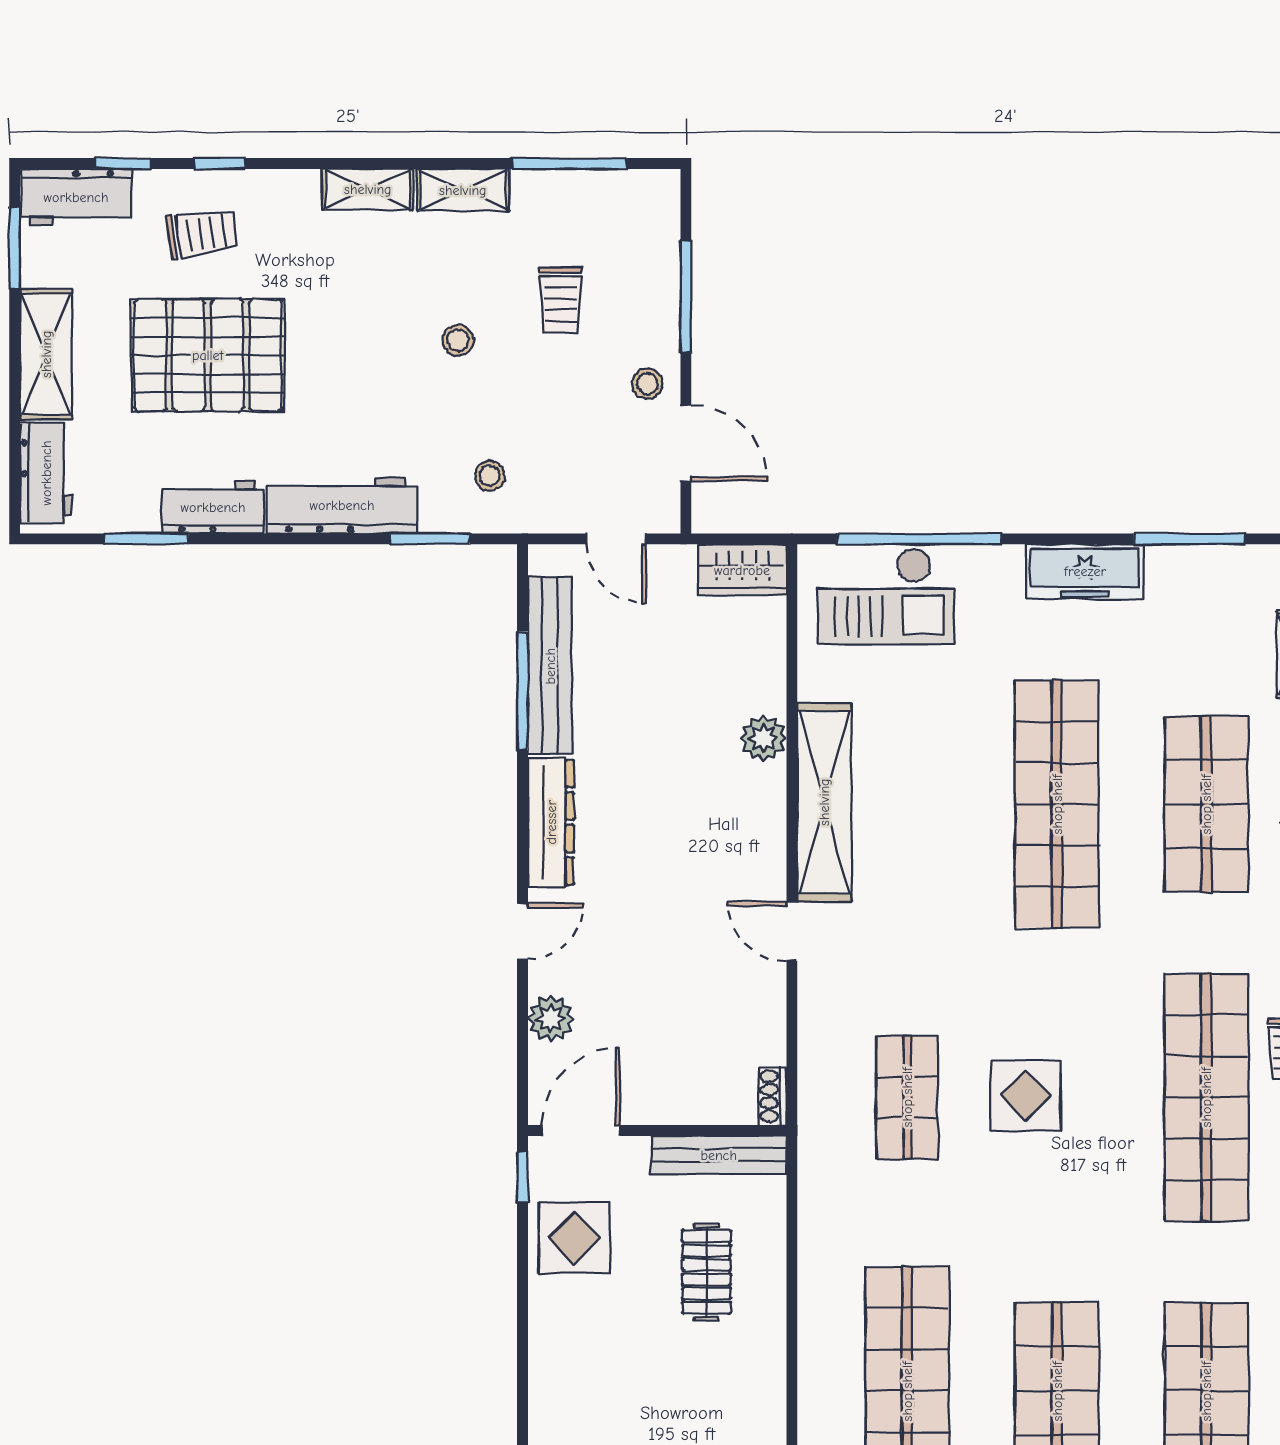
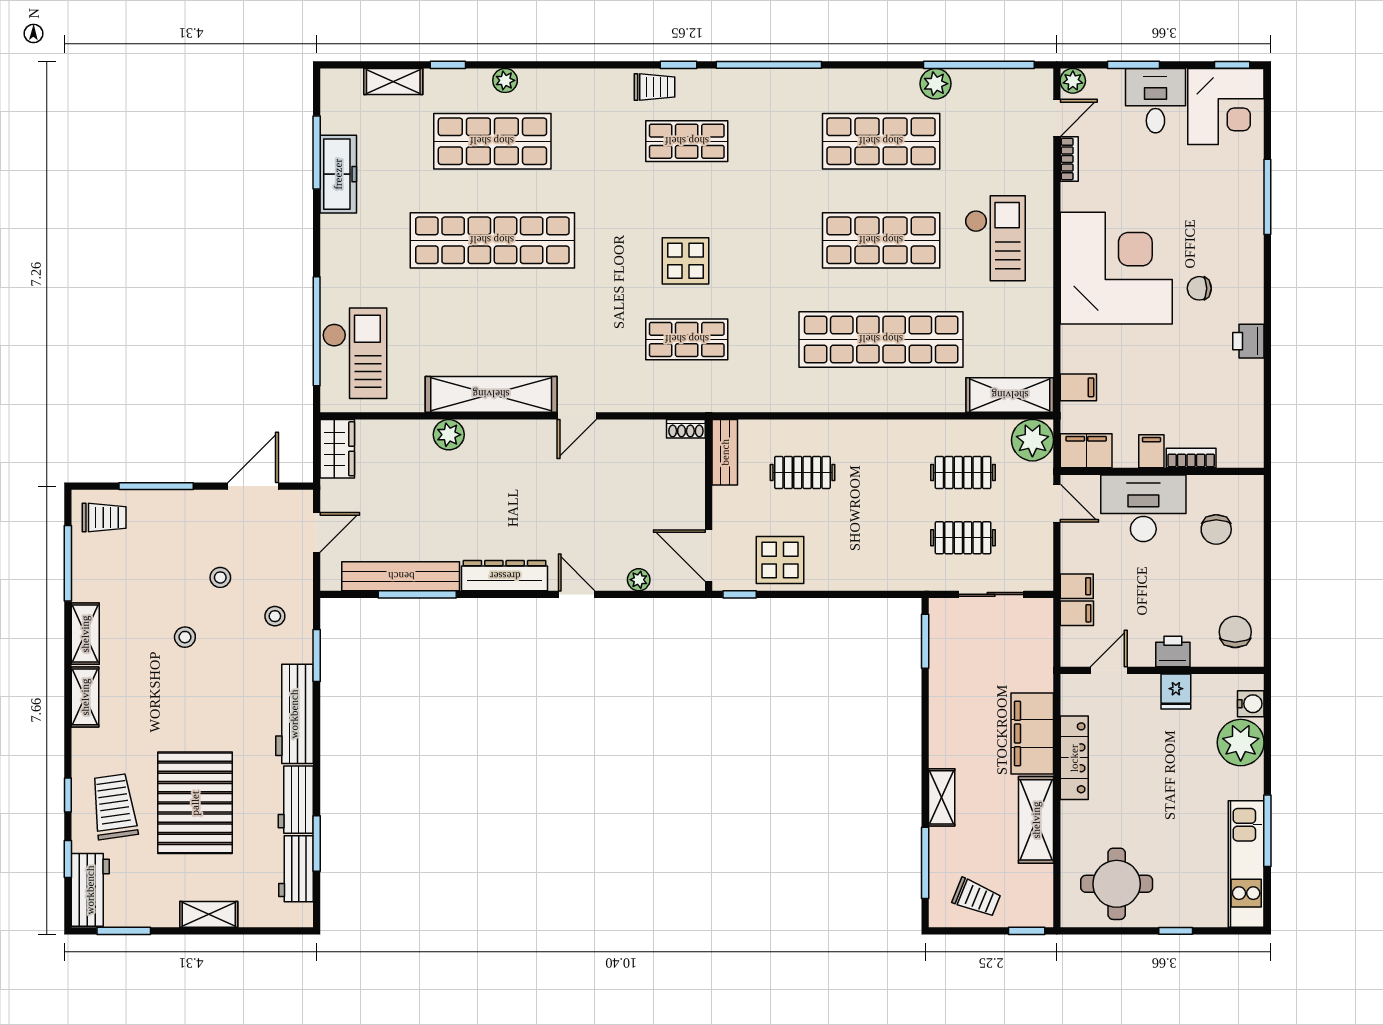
trolley: (202, 233) -> (114, 807), width x1.36, depth x1.39
trolley: (561, 300) -> (104, 517), moved
shelving: (46, 354) -> (209, 914), width x0.67, depth x0.75
stool: (647, 384) -> (220, 577), moved
workbench: (46, 473) -> (296, 869), moved, turned -90
freezer: (1085, 571) -> (338, 174), moved
plant: (551, 1019) -> (639, 580), width x0.73, depth x0.73
shop shelf: (1206, 1097) -> (687, 141), width x0.50, depth x0.74
bench: (719, 1155) -> (725, 452), width x0.73

